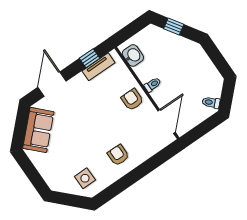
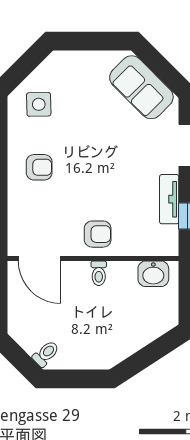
window: (174, 26) -> (154, 351), removed
tv unit: (98, 67) -> (169, 199), moved
toilet: (211, 102) -> (46, 354), moved

